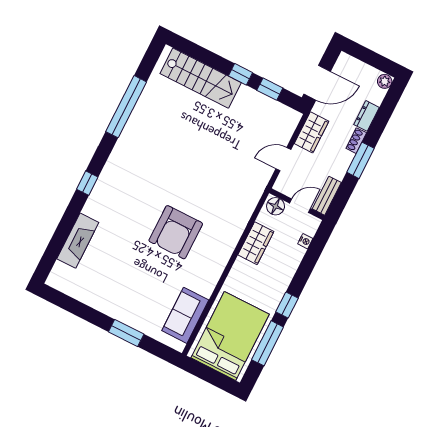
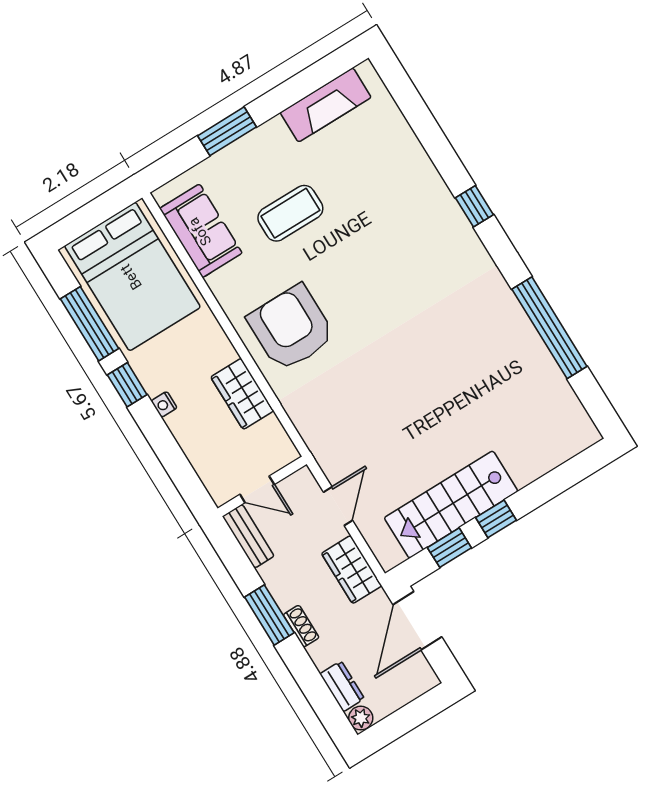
stairs: (201, 78) -> (451, 505), moved
dresser: (367, 116) -> (342, 686), moved
floor lamp: (276, 206) -> (278, 454), removed
door: (300, 206) -> (257, 489), hinge flipped
armchair: (176, 232) -> (291, 328), moved
fireplace: (78, 241) -> (326, 105), moved, turned -90
nightstand: (305, 241) -> (164, 404), moved
coffee table: (148, 275) -> (290, 213), added

